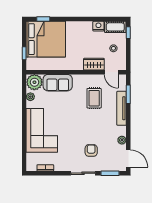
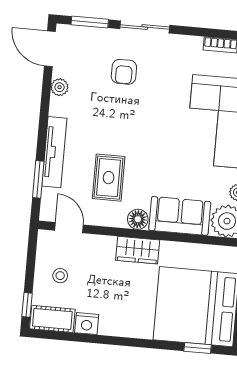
wardrobe: (94, 64) -> (138, 250), moved
floor lamp: (78, 79) -> (138, 219), added

